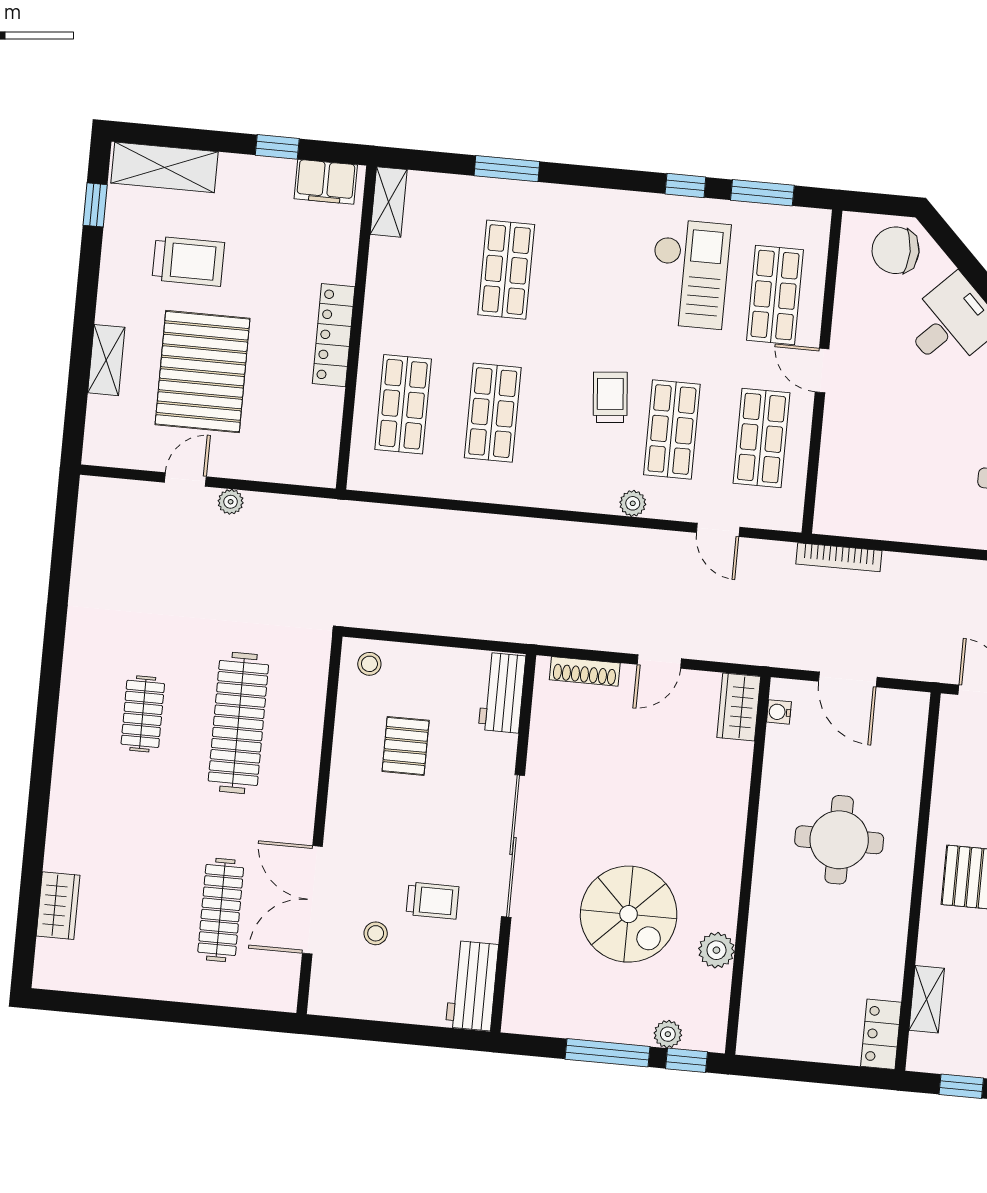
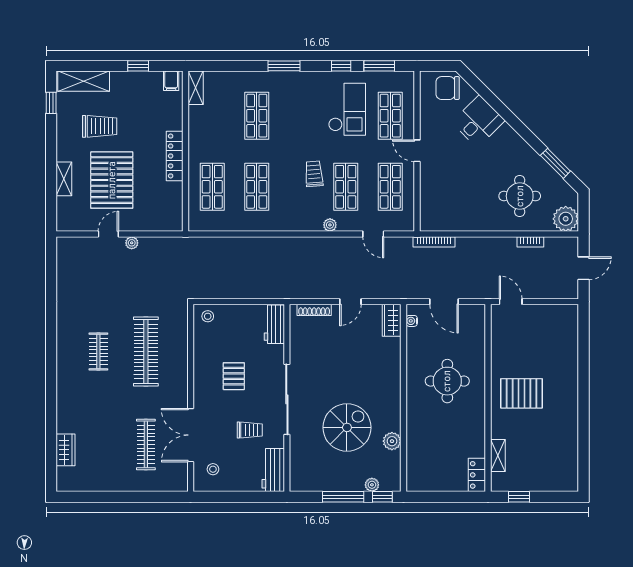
window: (507, 169) -> (284, 66), moved
filing cabinet: (326, 182) -> (171, 81), width x0.50
pallet: (406, 746) -> (234, 376), moved
spiral stairs: (629, 914) -> (347, 427), turned -90
stool: (376, 933) -> (213, 469), moved

